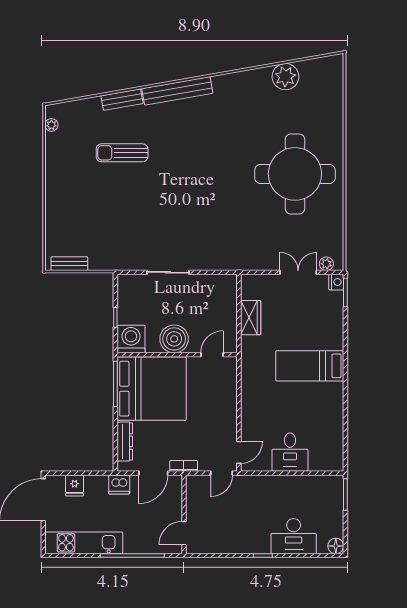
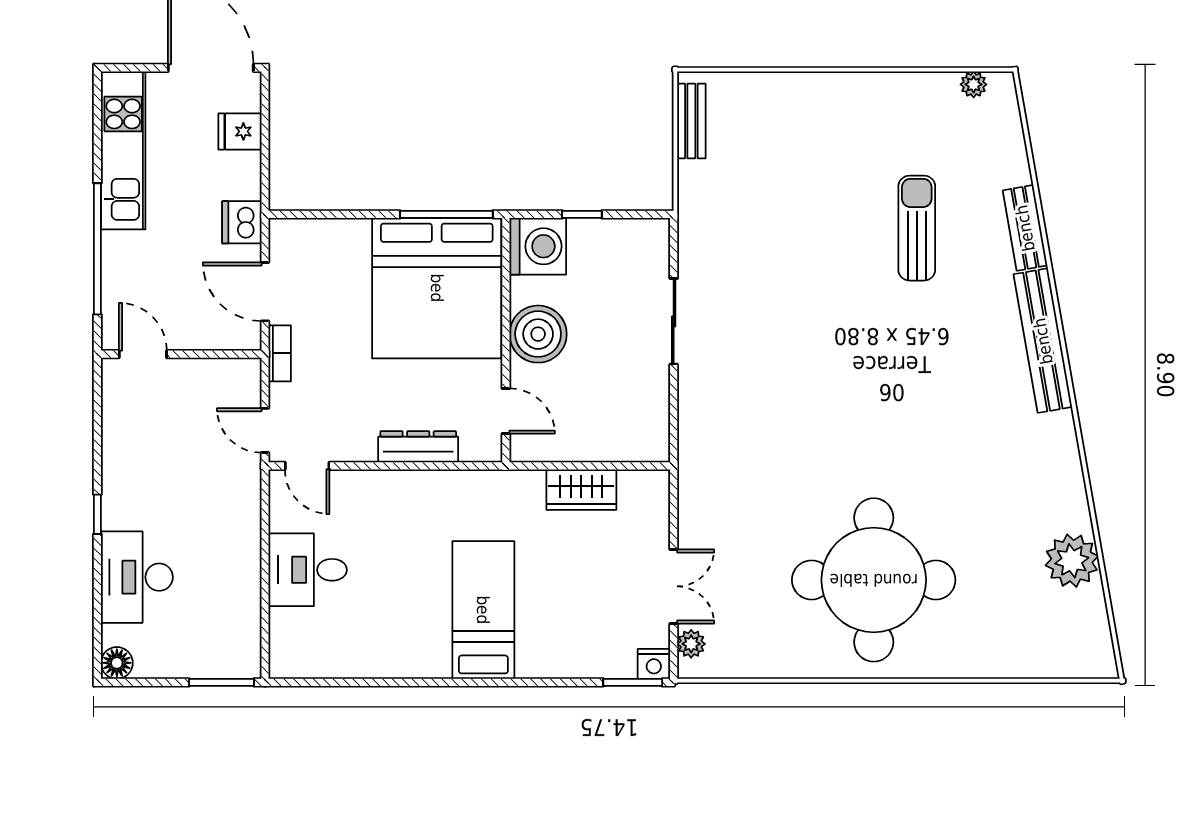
dresser: (125, 441) -> (418, 447), moved, turned 180

